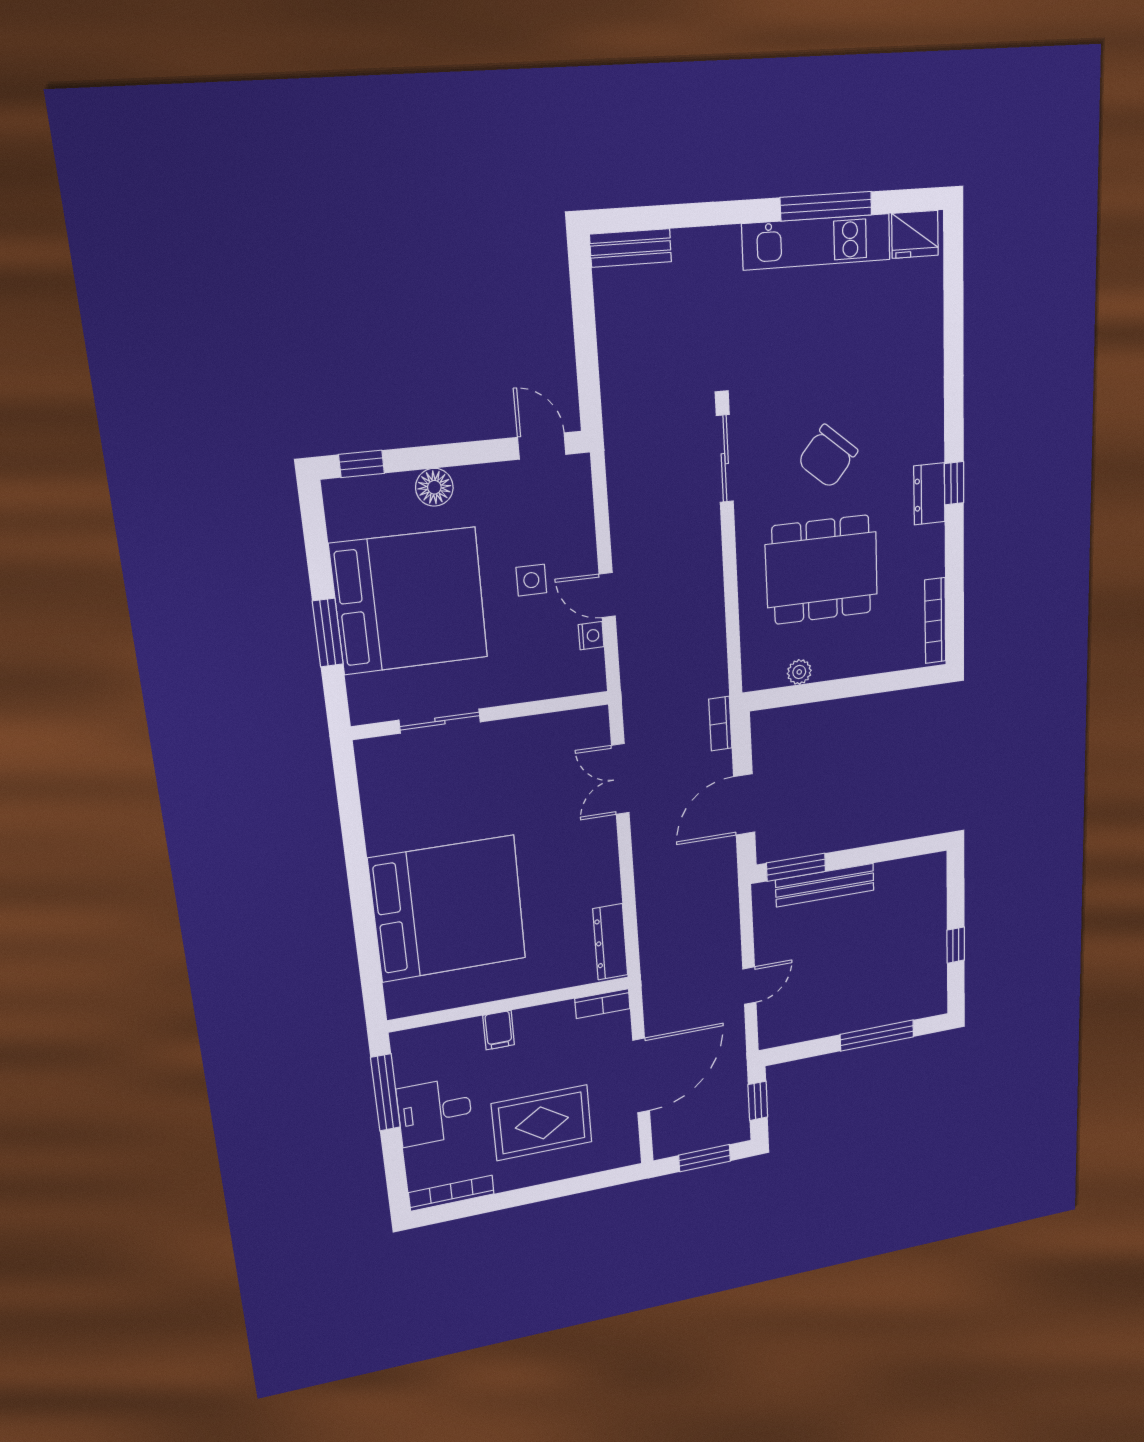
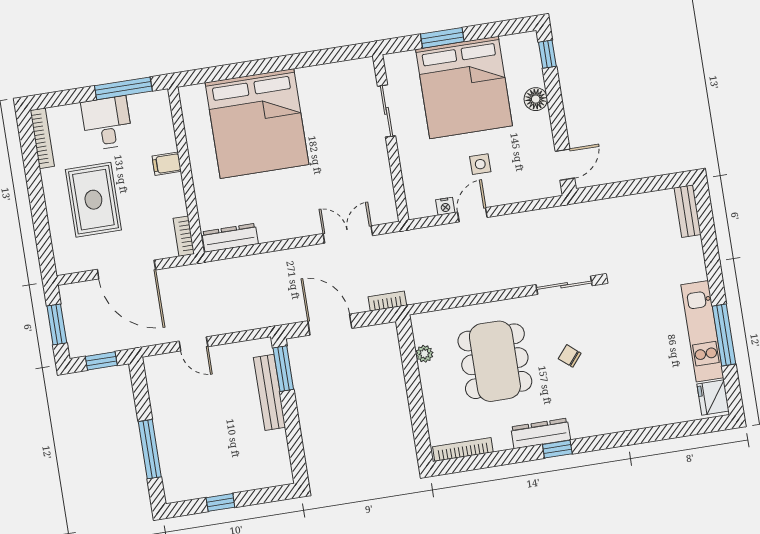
chair: (828, 456) -> (570, 356), width x0.54, depth x0.54
dresser: (929, 494) -> (541, 433), width x1.44

